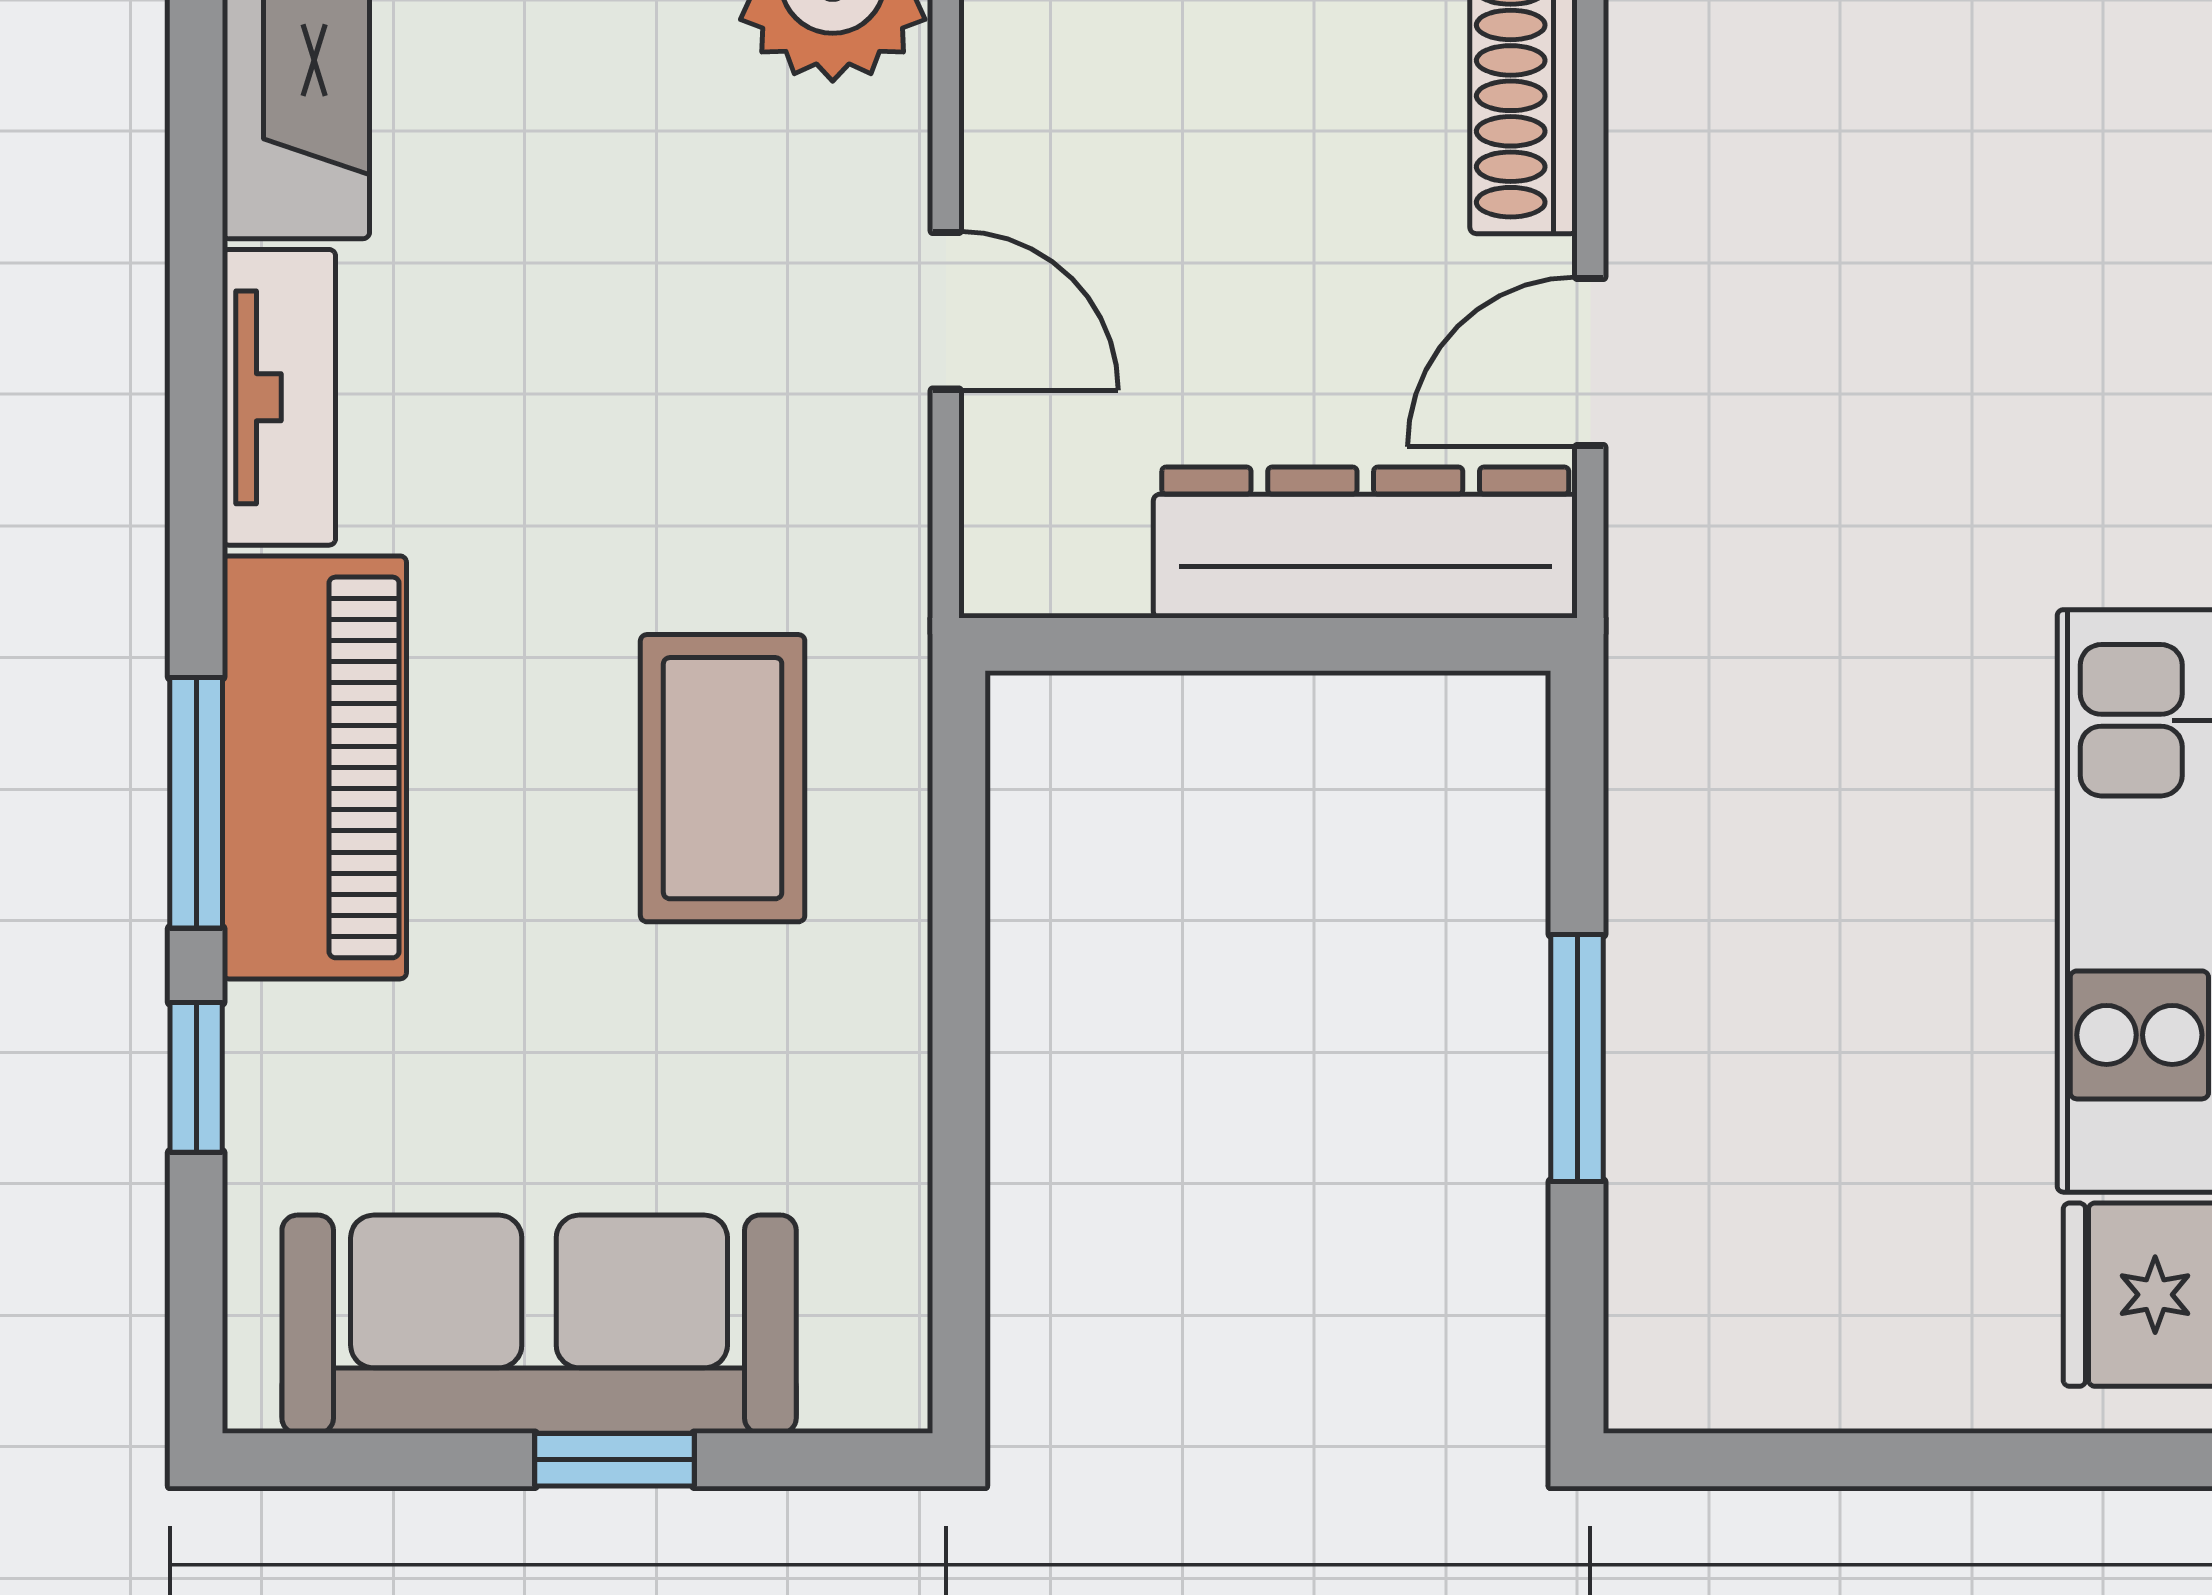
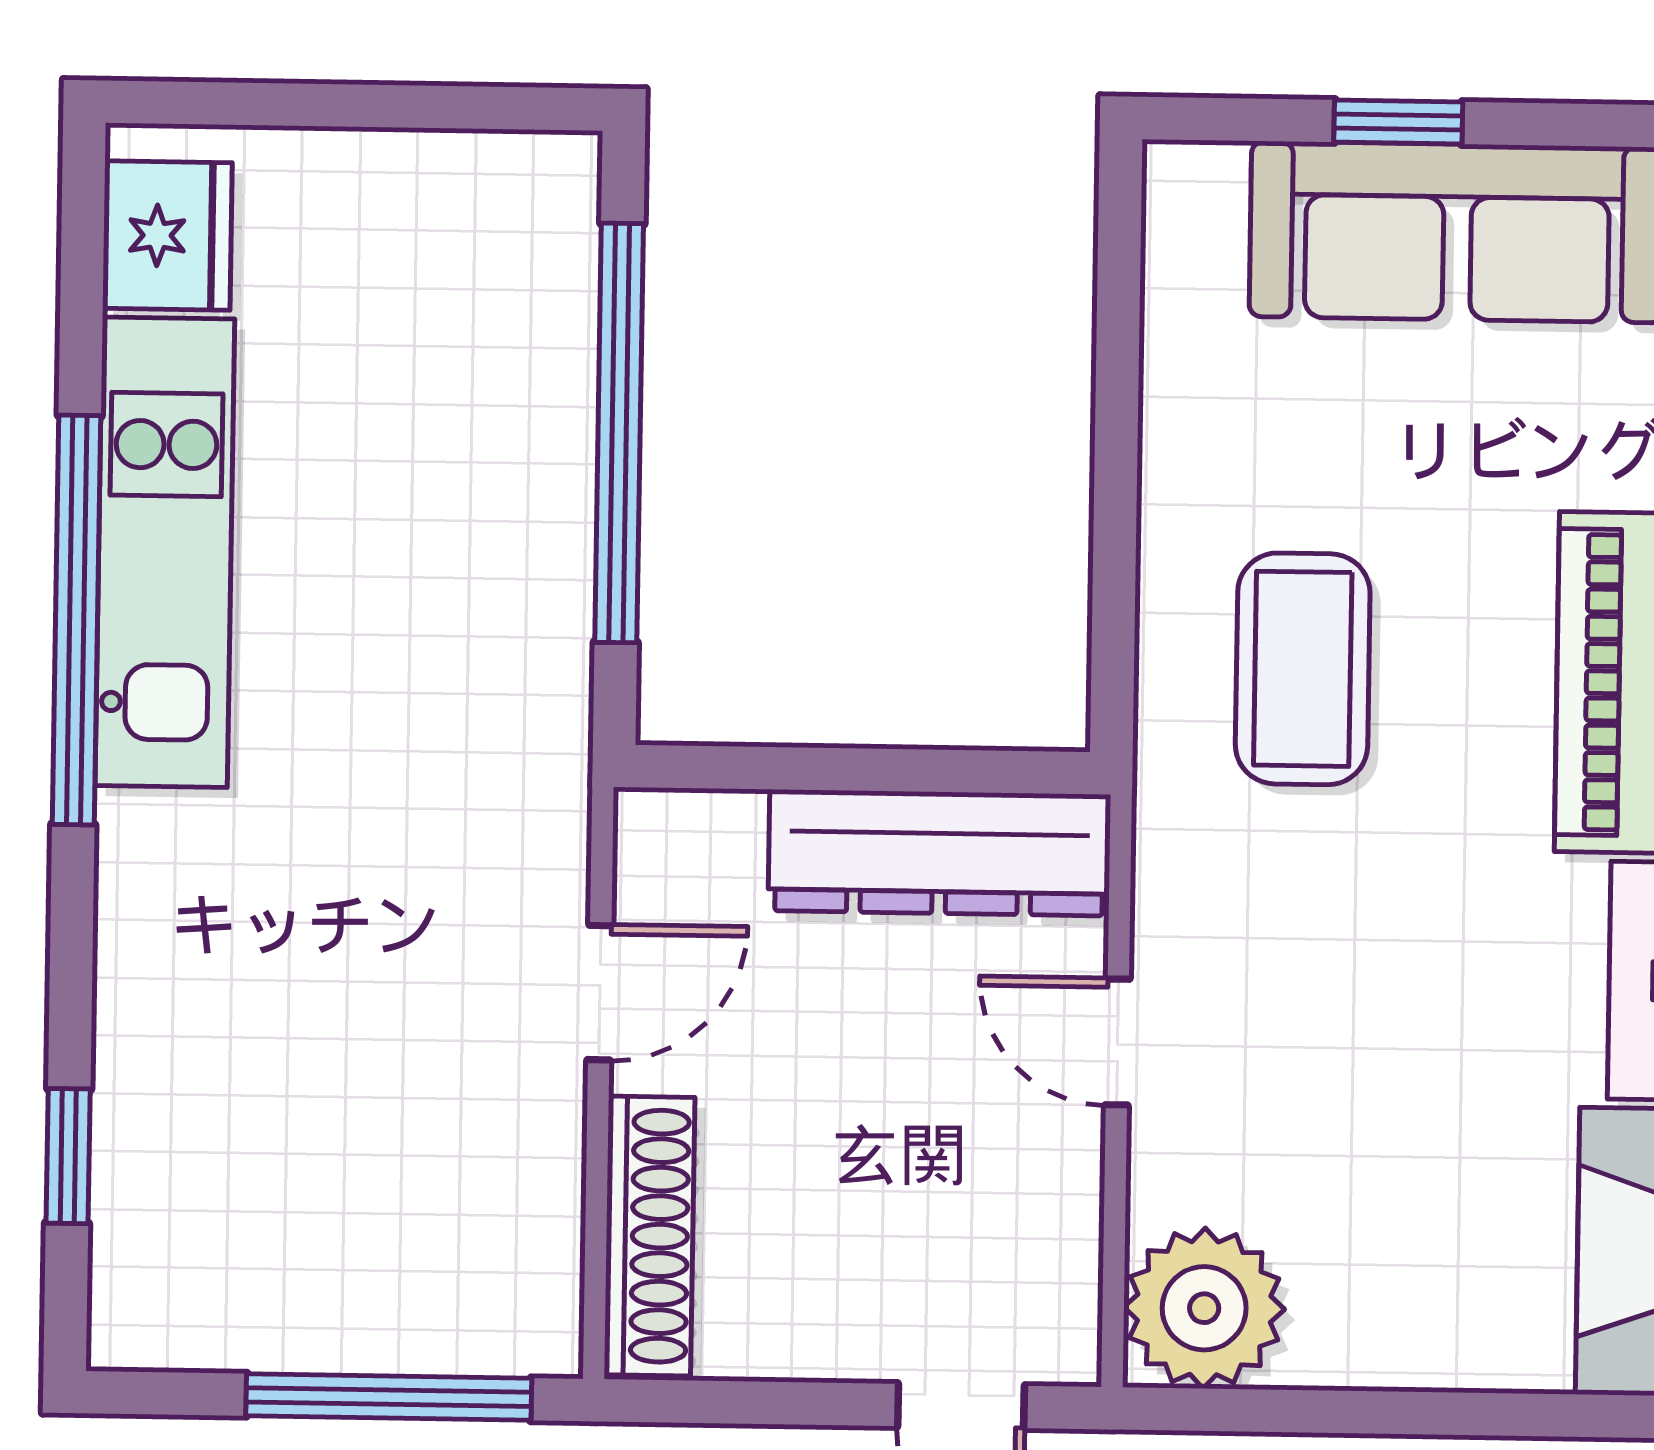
dresser: (1365, 543) -> (939, 853), moved
window: (1577, 1058) -> (619, 433), width x2.11

